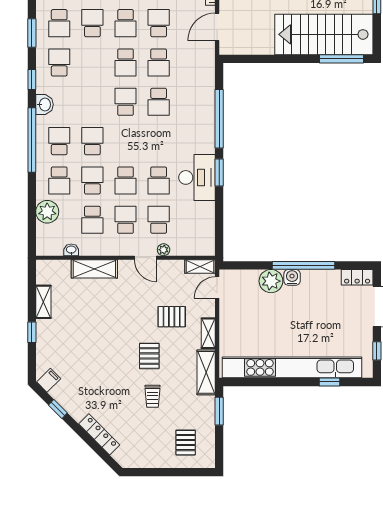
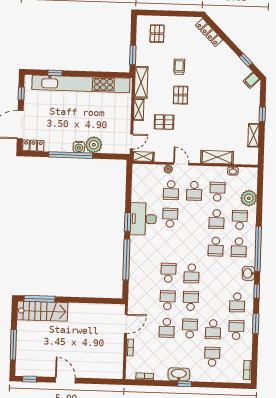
stairs: (324, 34) -> (42, 311), width x0.73, depth x0.66
school desk: (125, 180) -> (193, 218), removed
locker: (99, 434) -> (209, 32), moved

